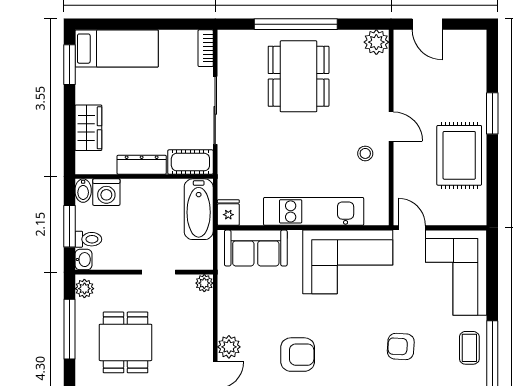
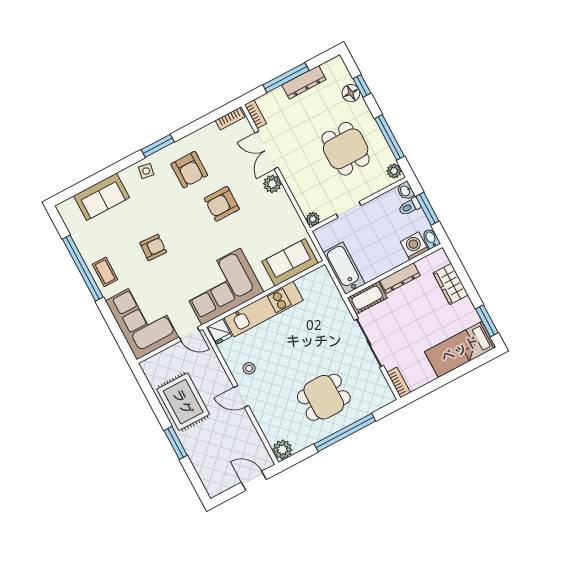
dining table: (299, 76) -> (324, 397), width x0.73
fridge: (228, 213) -> (220, 331), moved

